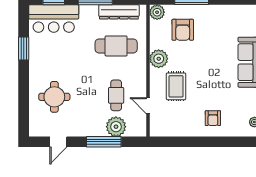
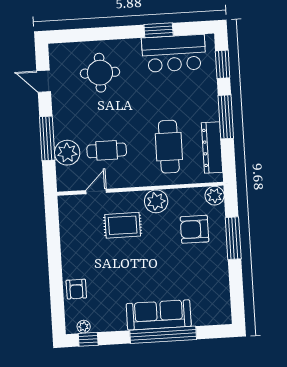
bar counter: (54, 19) -> (174, 53), moved, turned -90
armchair: (213, 118) -> (76, 289), moved, turned -90

